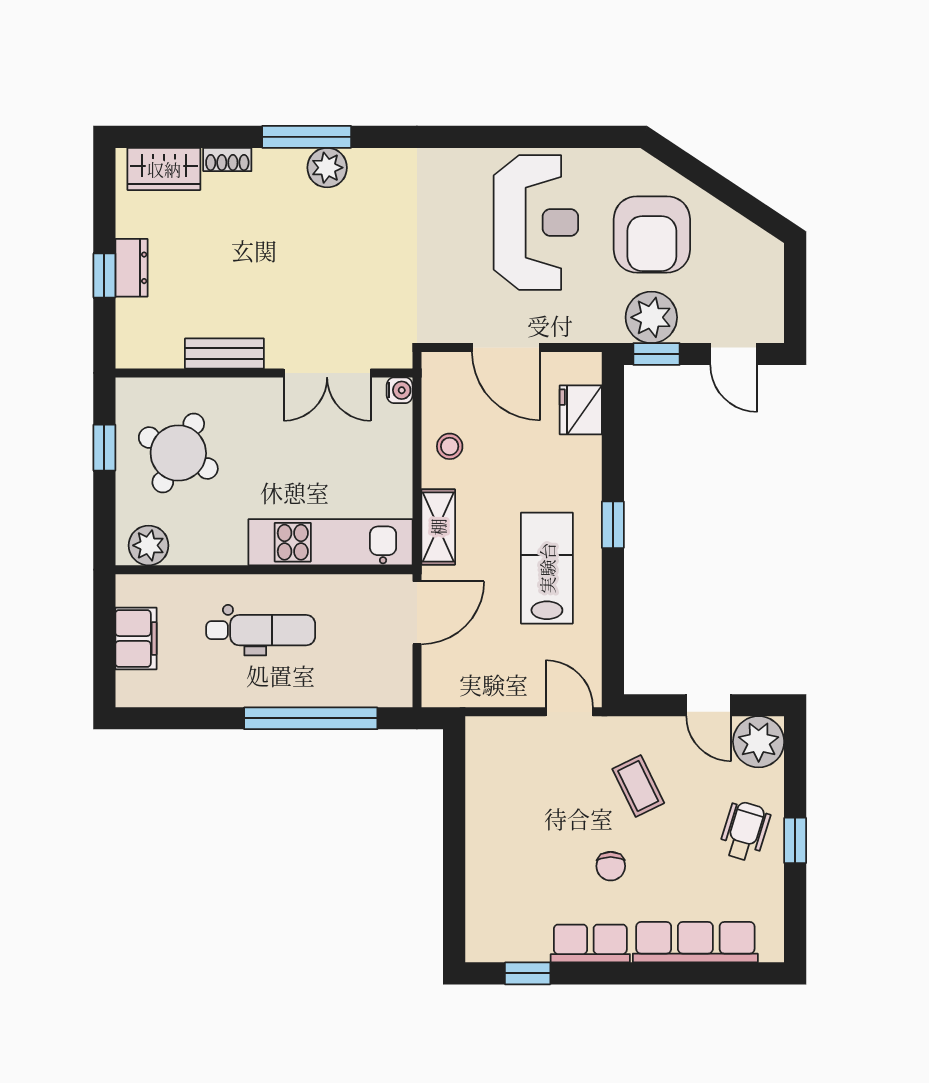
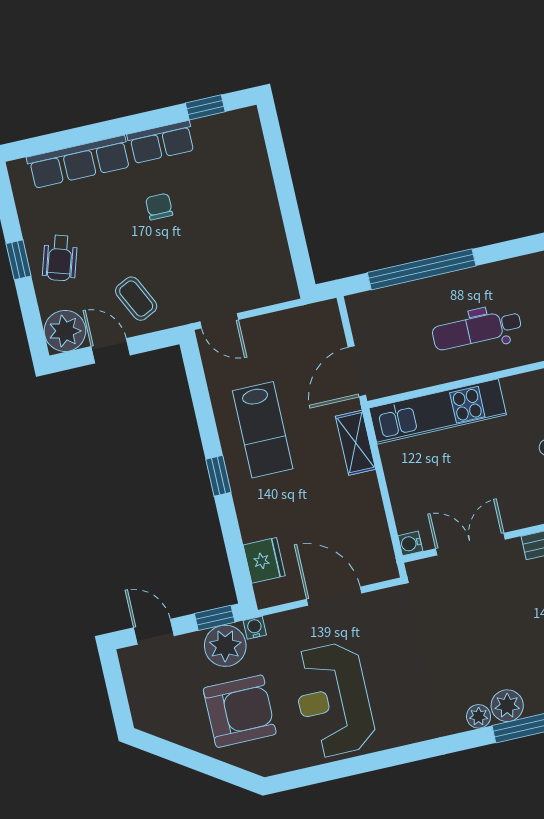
plant: (365, 163) -> (479, 716), added
armchair: (652, 234) -> (240, 711), turned 90
water cooler: (611, 331) -> (255, 628), added
stool: (450, 446) -> (361, 508), removed
coffee table: (638, 786) -> (136, 299), moved

